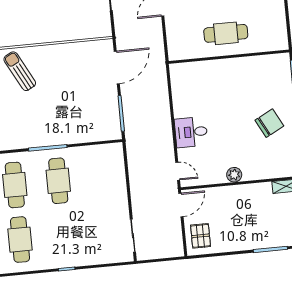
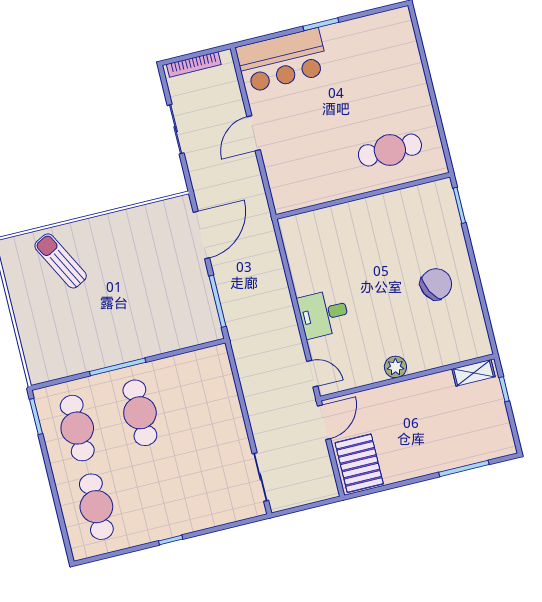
cafe table: (226, 33) -> (390, 150), moved
pallet: (201, 236) -> (359, 463), width x1.50, depth x1.42

